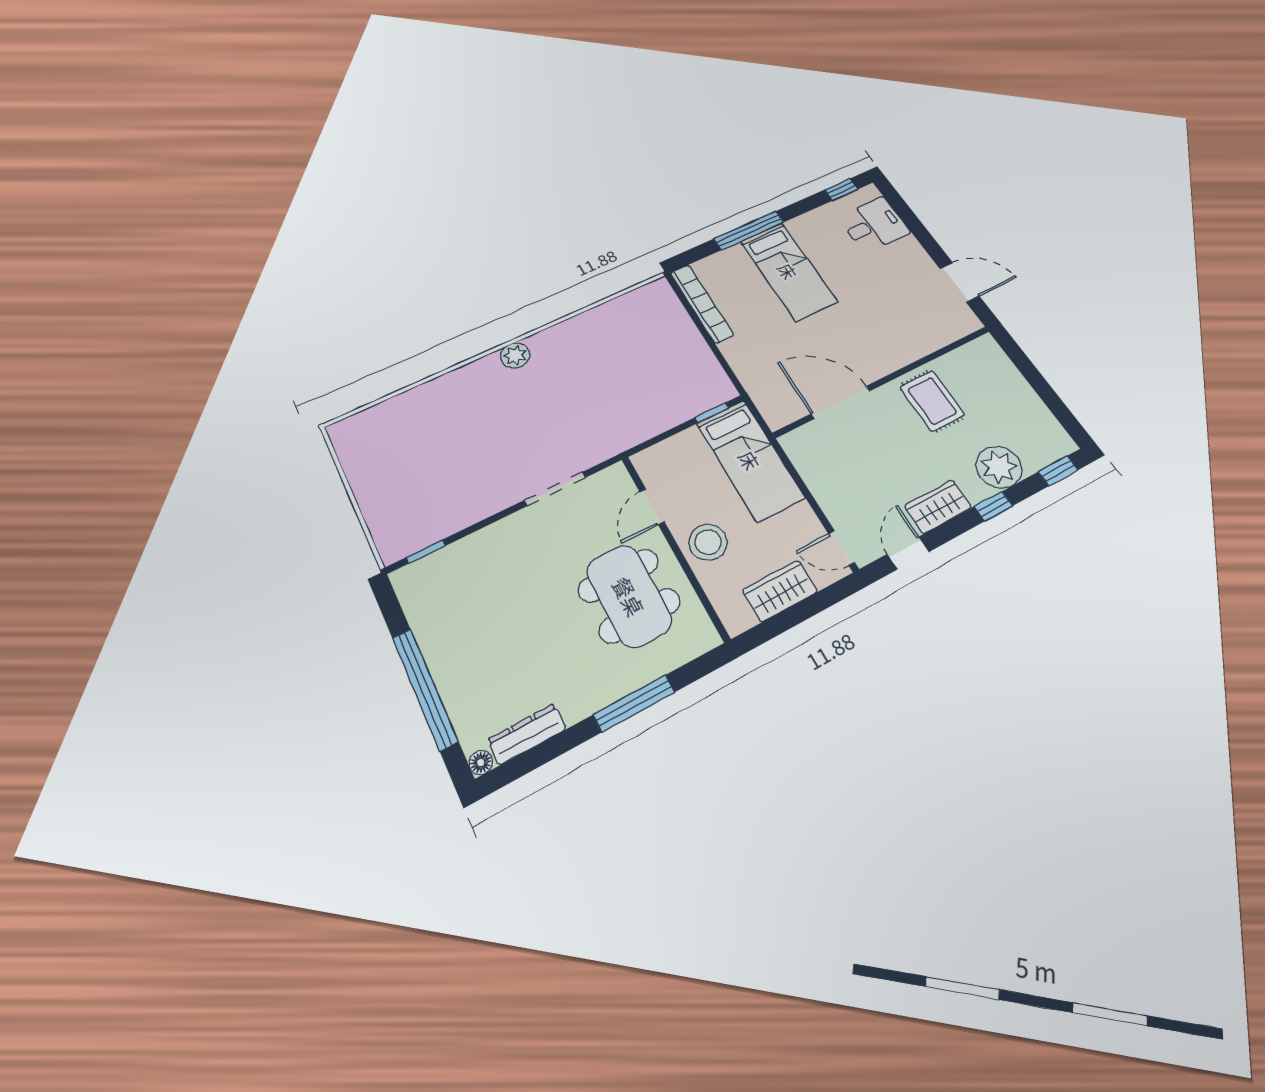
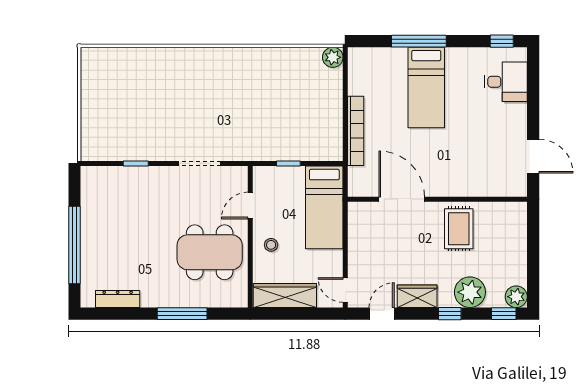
bookcase: (702, 304) -> (356, 131), moved
plant: (515, 355) -> (333, 57), moved
window: (712, 413) -> (288, 163), moved
plant: (1058, 443) -> (516, 297), added
stool: (708, 542) -> (271, 245), width x0.53, depth x0.53
window: (426, 552) -> (136, 163), moved
wardrobe: (780, 591) -> (285, 295), width x1.50
dining table: (629, 596) -> (210, 252), turned 90
floor lamp: (481, 763) -> (87, 301), removed

